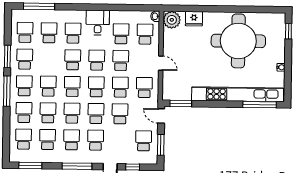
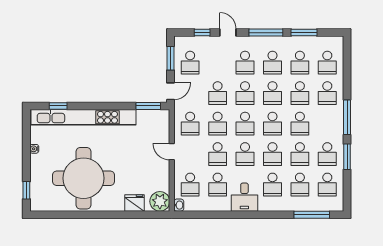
school desk: (24, 86) -> (300, 154), moved
window: (260, 105) -> (58, 106), width x0.46
door: (161, 116) -> (170, 91), hinge flipped
window: (30, 166) -> (304, 33), moved

